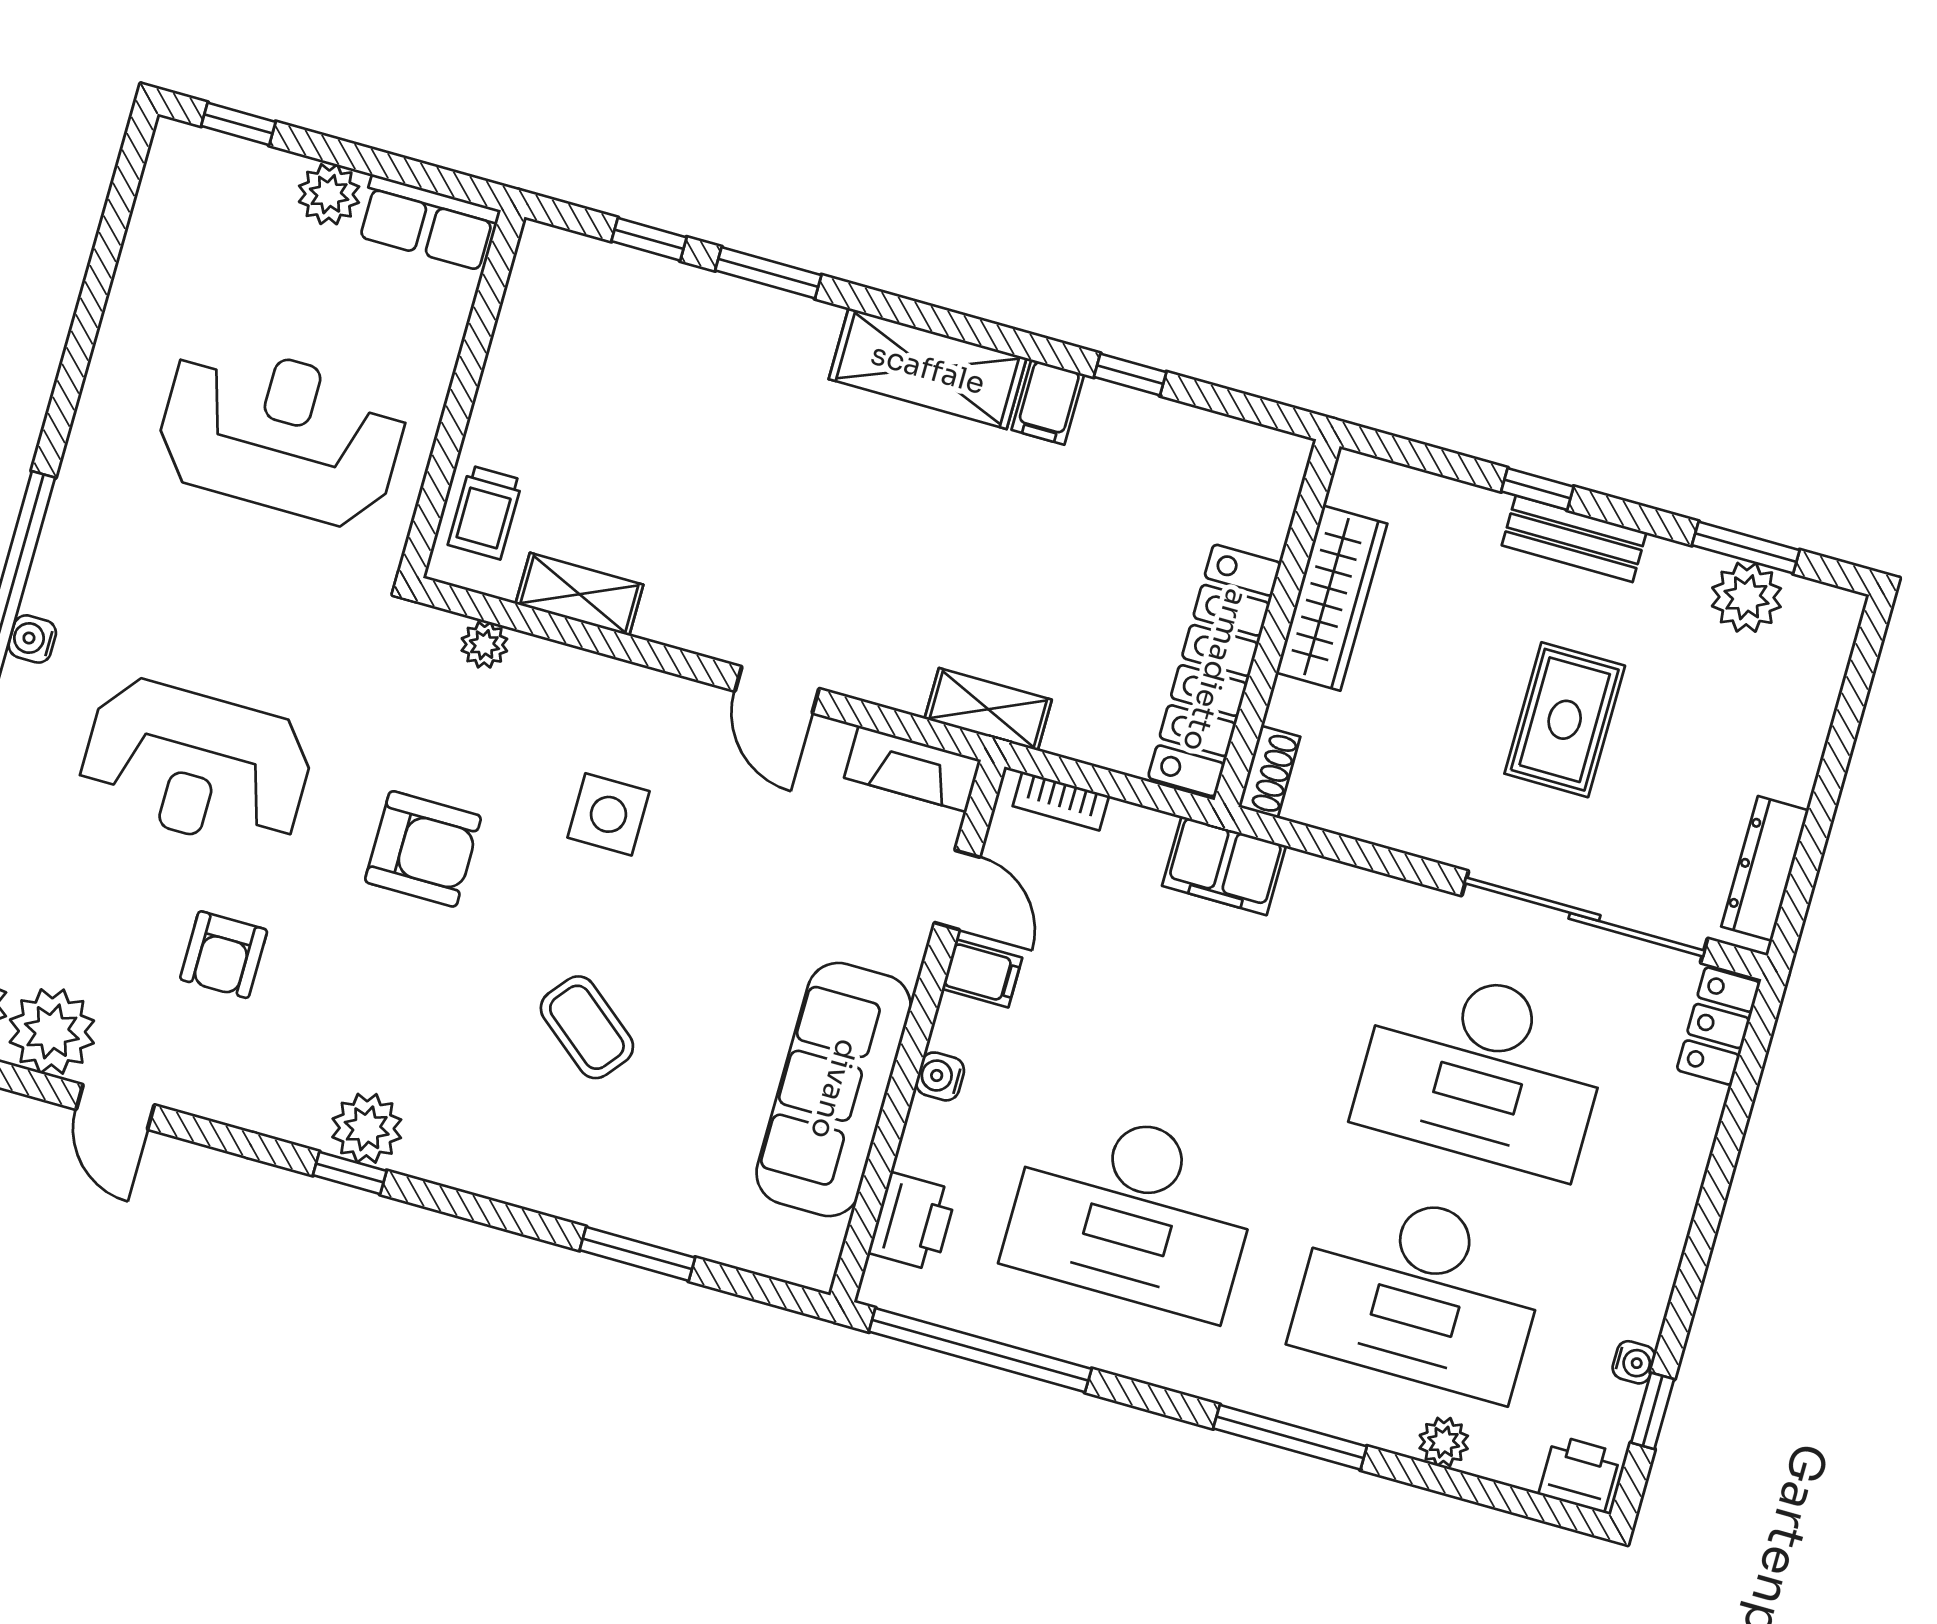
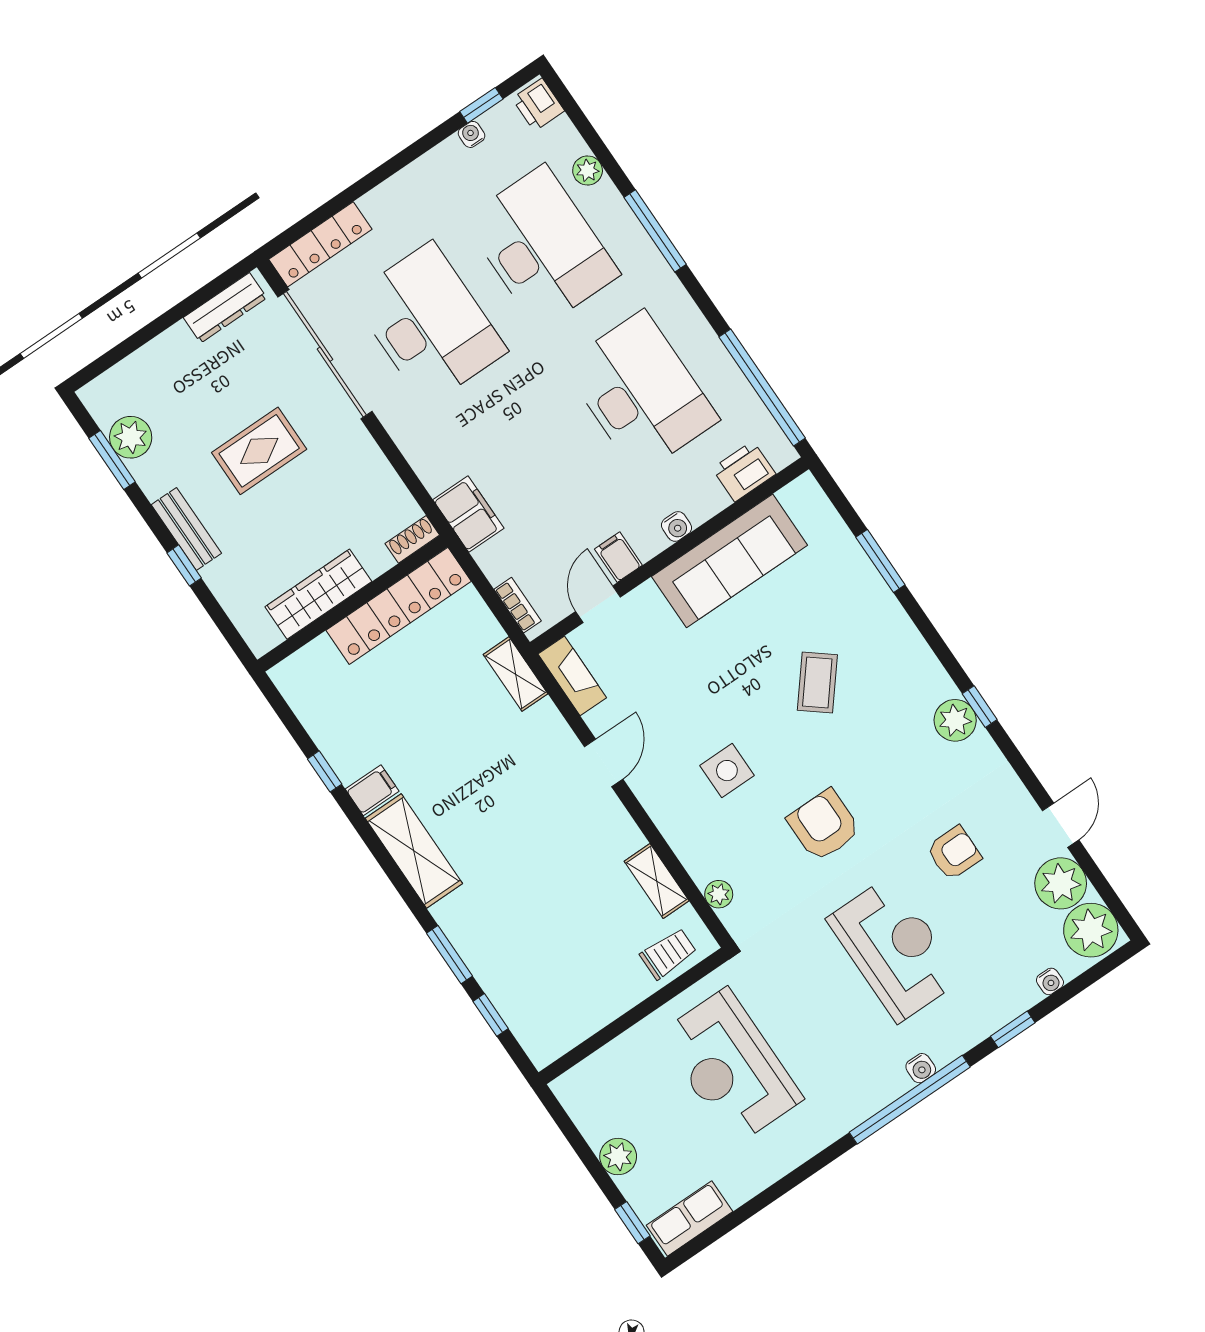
row of seats: (428, 223) -> (690, 1218), moved, turned -90
locker: (1718, 1026) -> (320, 244), width x1.53

